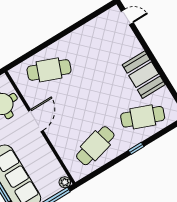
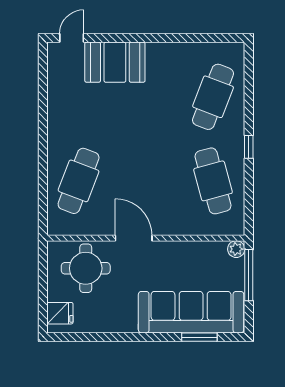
booth: (144, 75) -> (115, 62), moved
window: (136, 148) -> (249, 147), moved

